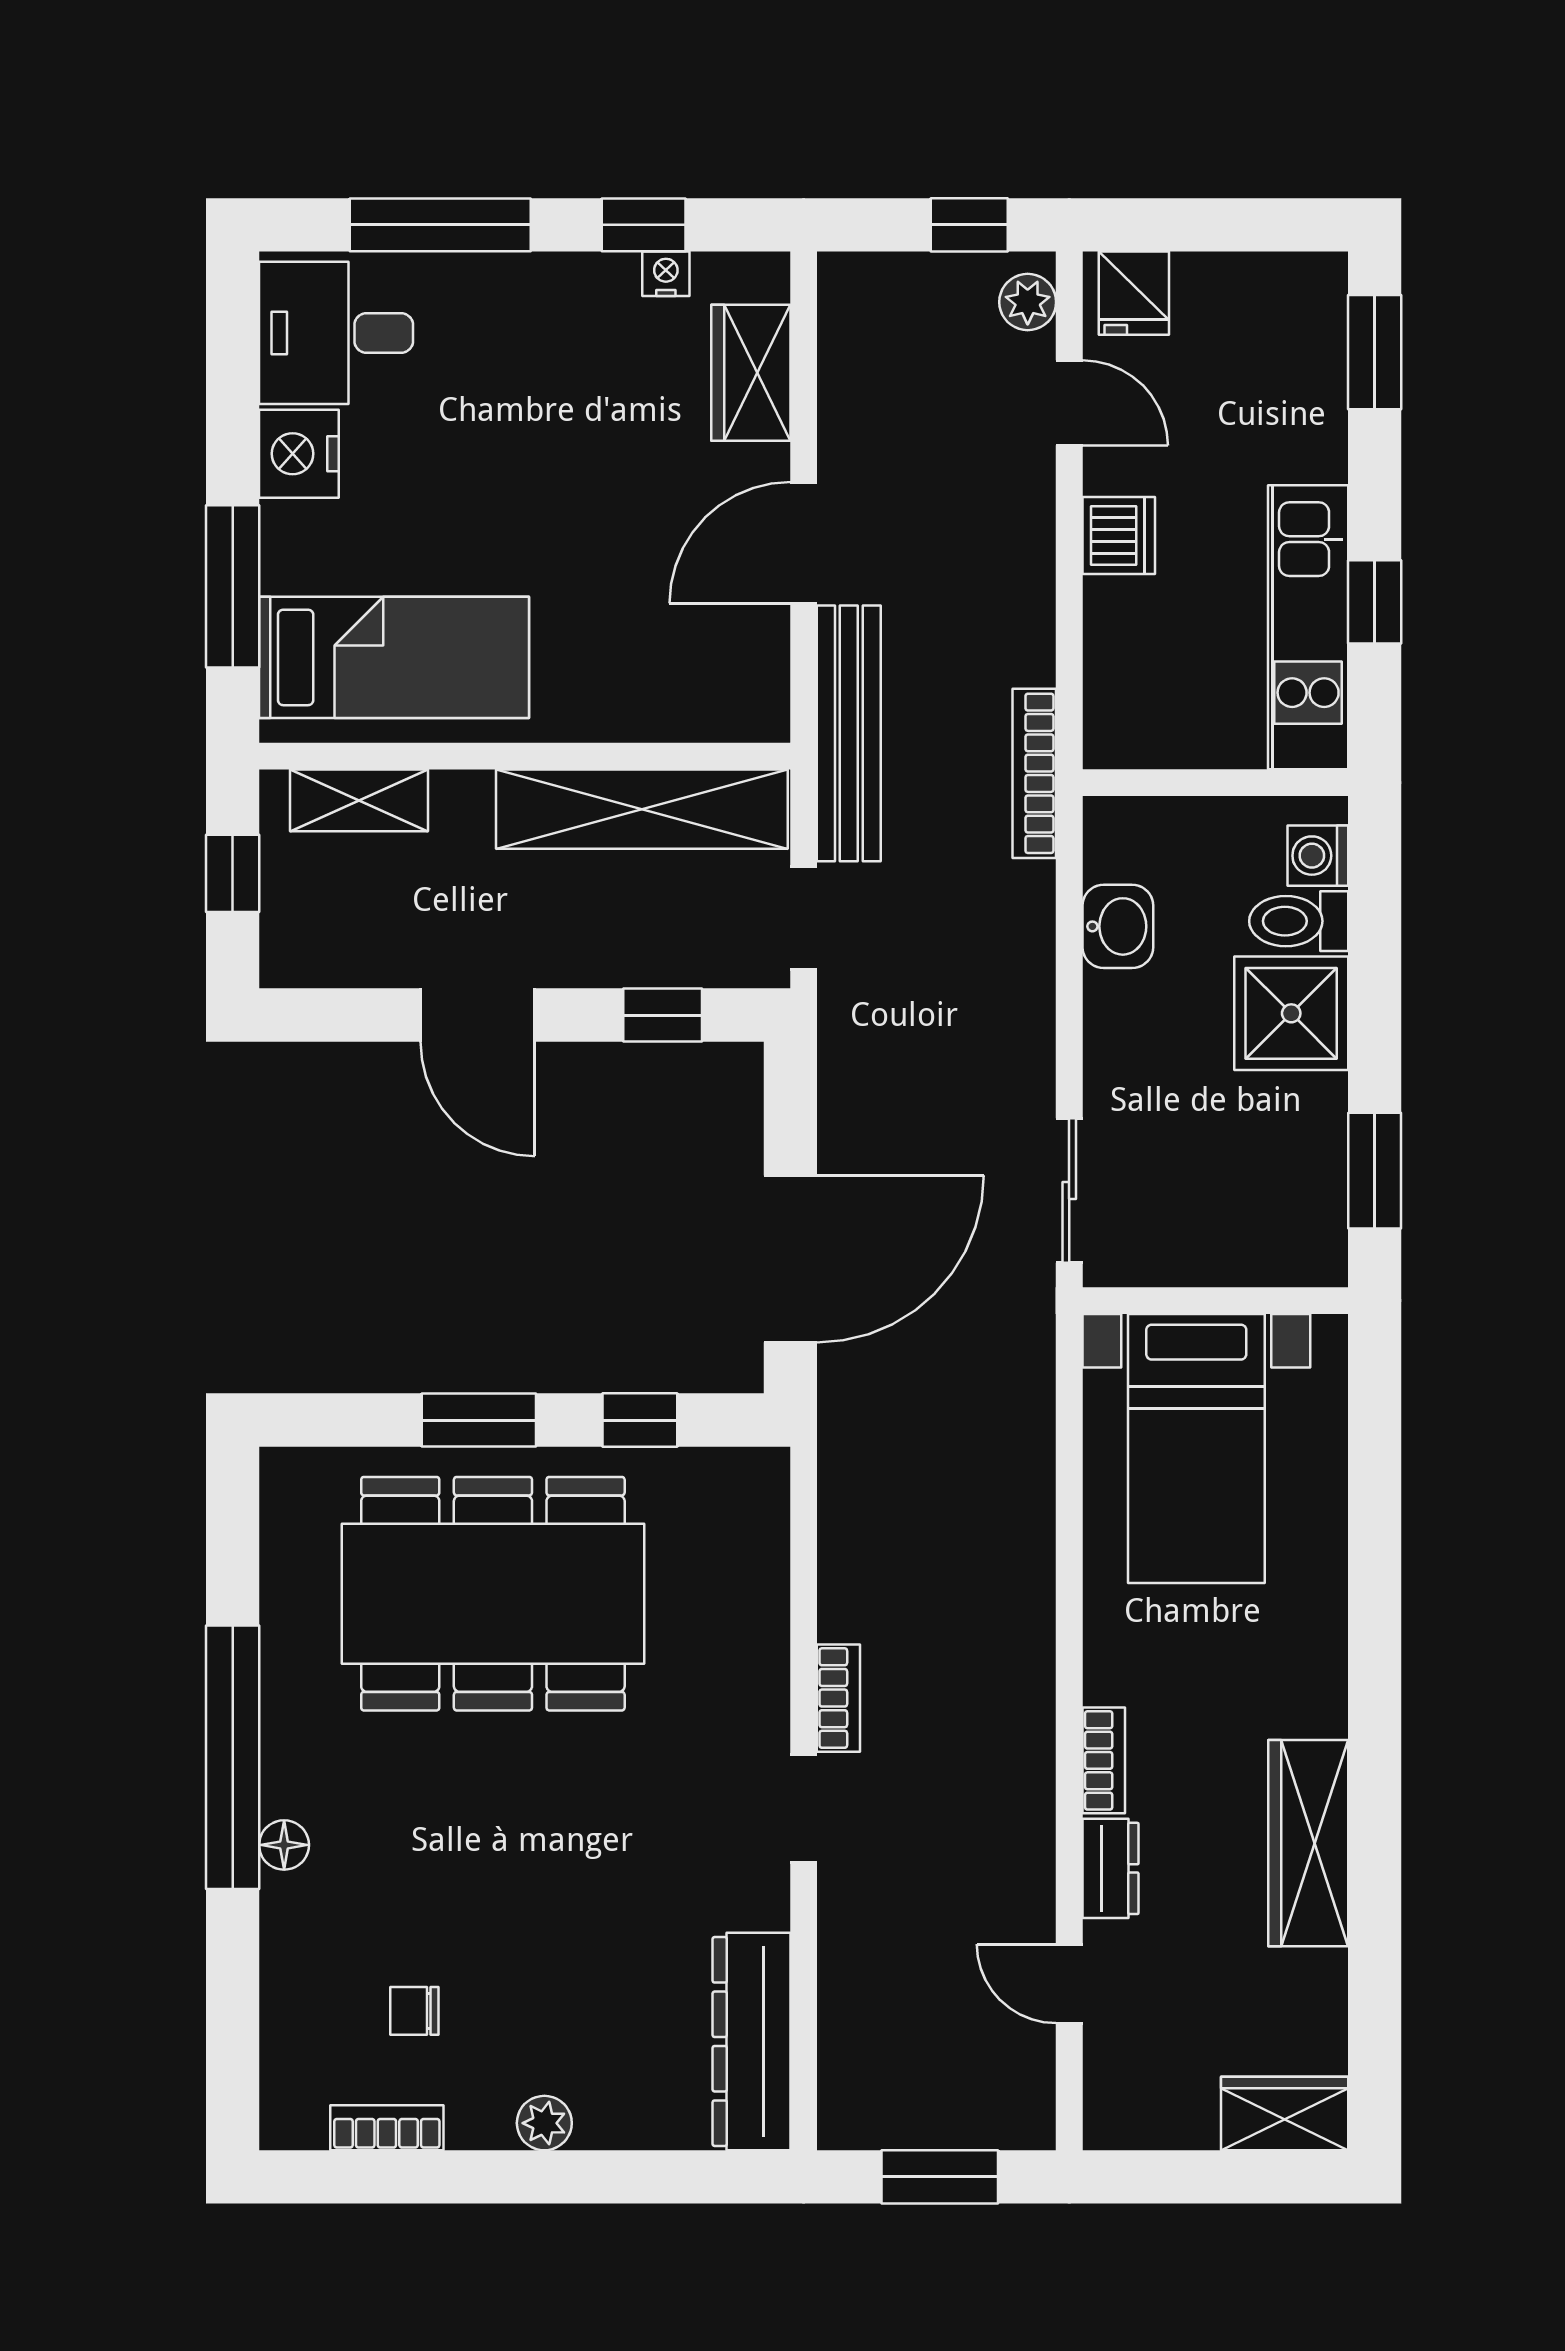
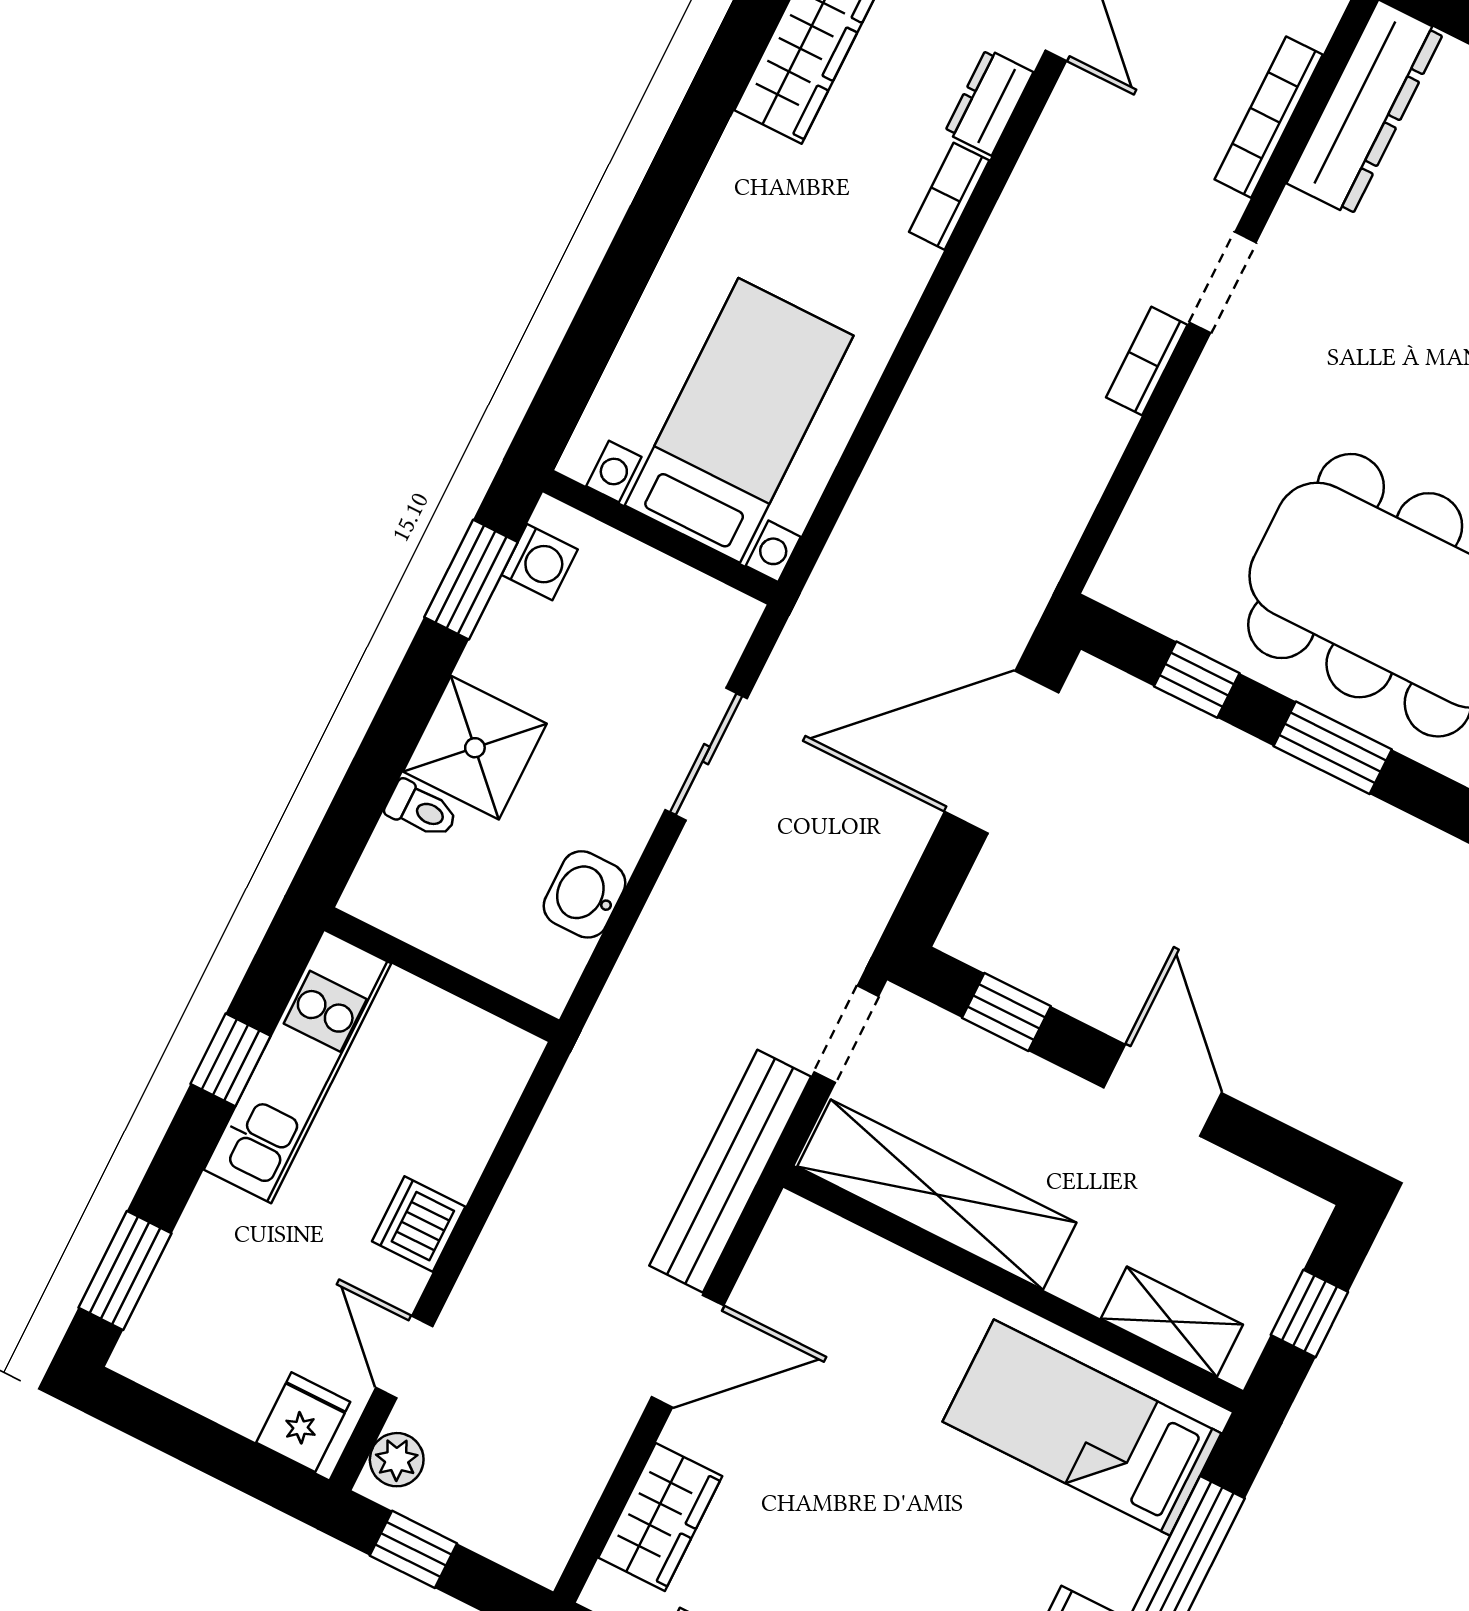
bookcase: (1034, 773) -> (1269, 117), moved, turned 180
washing machine: (1318, 856) -> (540, 562), moved
toilet: (1299, 921) -> (421, 810), width x0.73, depth x0.72
sliding door: (1069, 1191) -> (706, 754), moved

